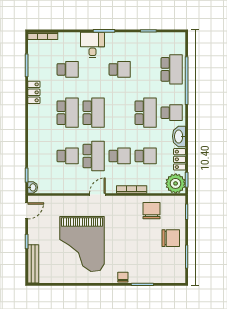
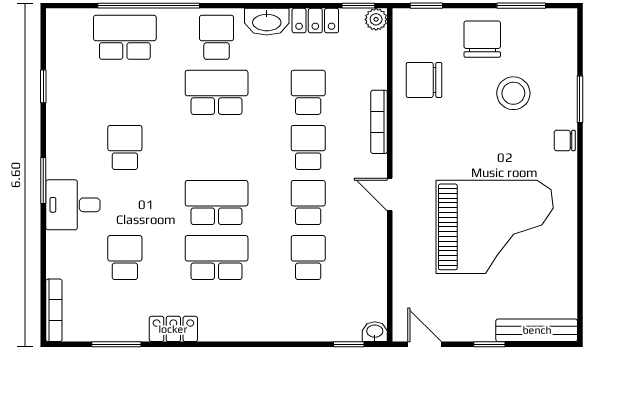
school desk: (94, 156) -> (308, 203), width x0.54
plant: (176, 183) -> (376, 19), width x0.53, depth x0.53
stool: (145, 253) -> (513, 93), added

